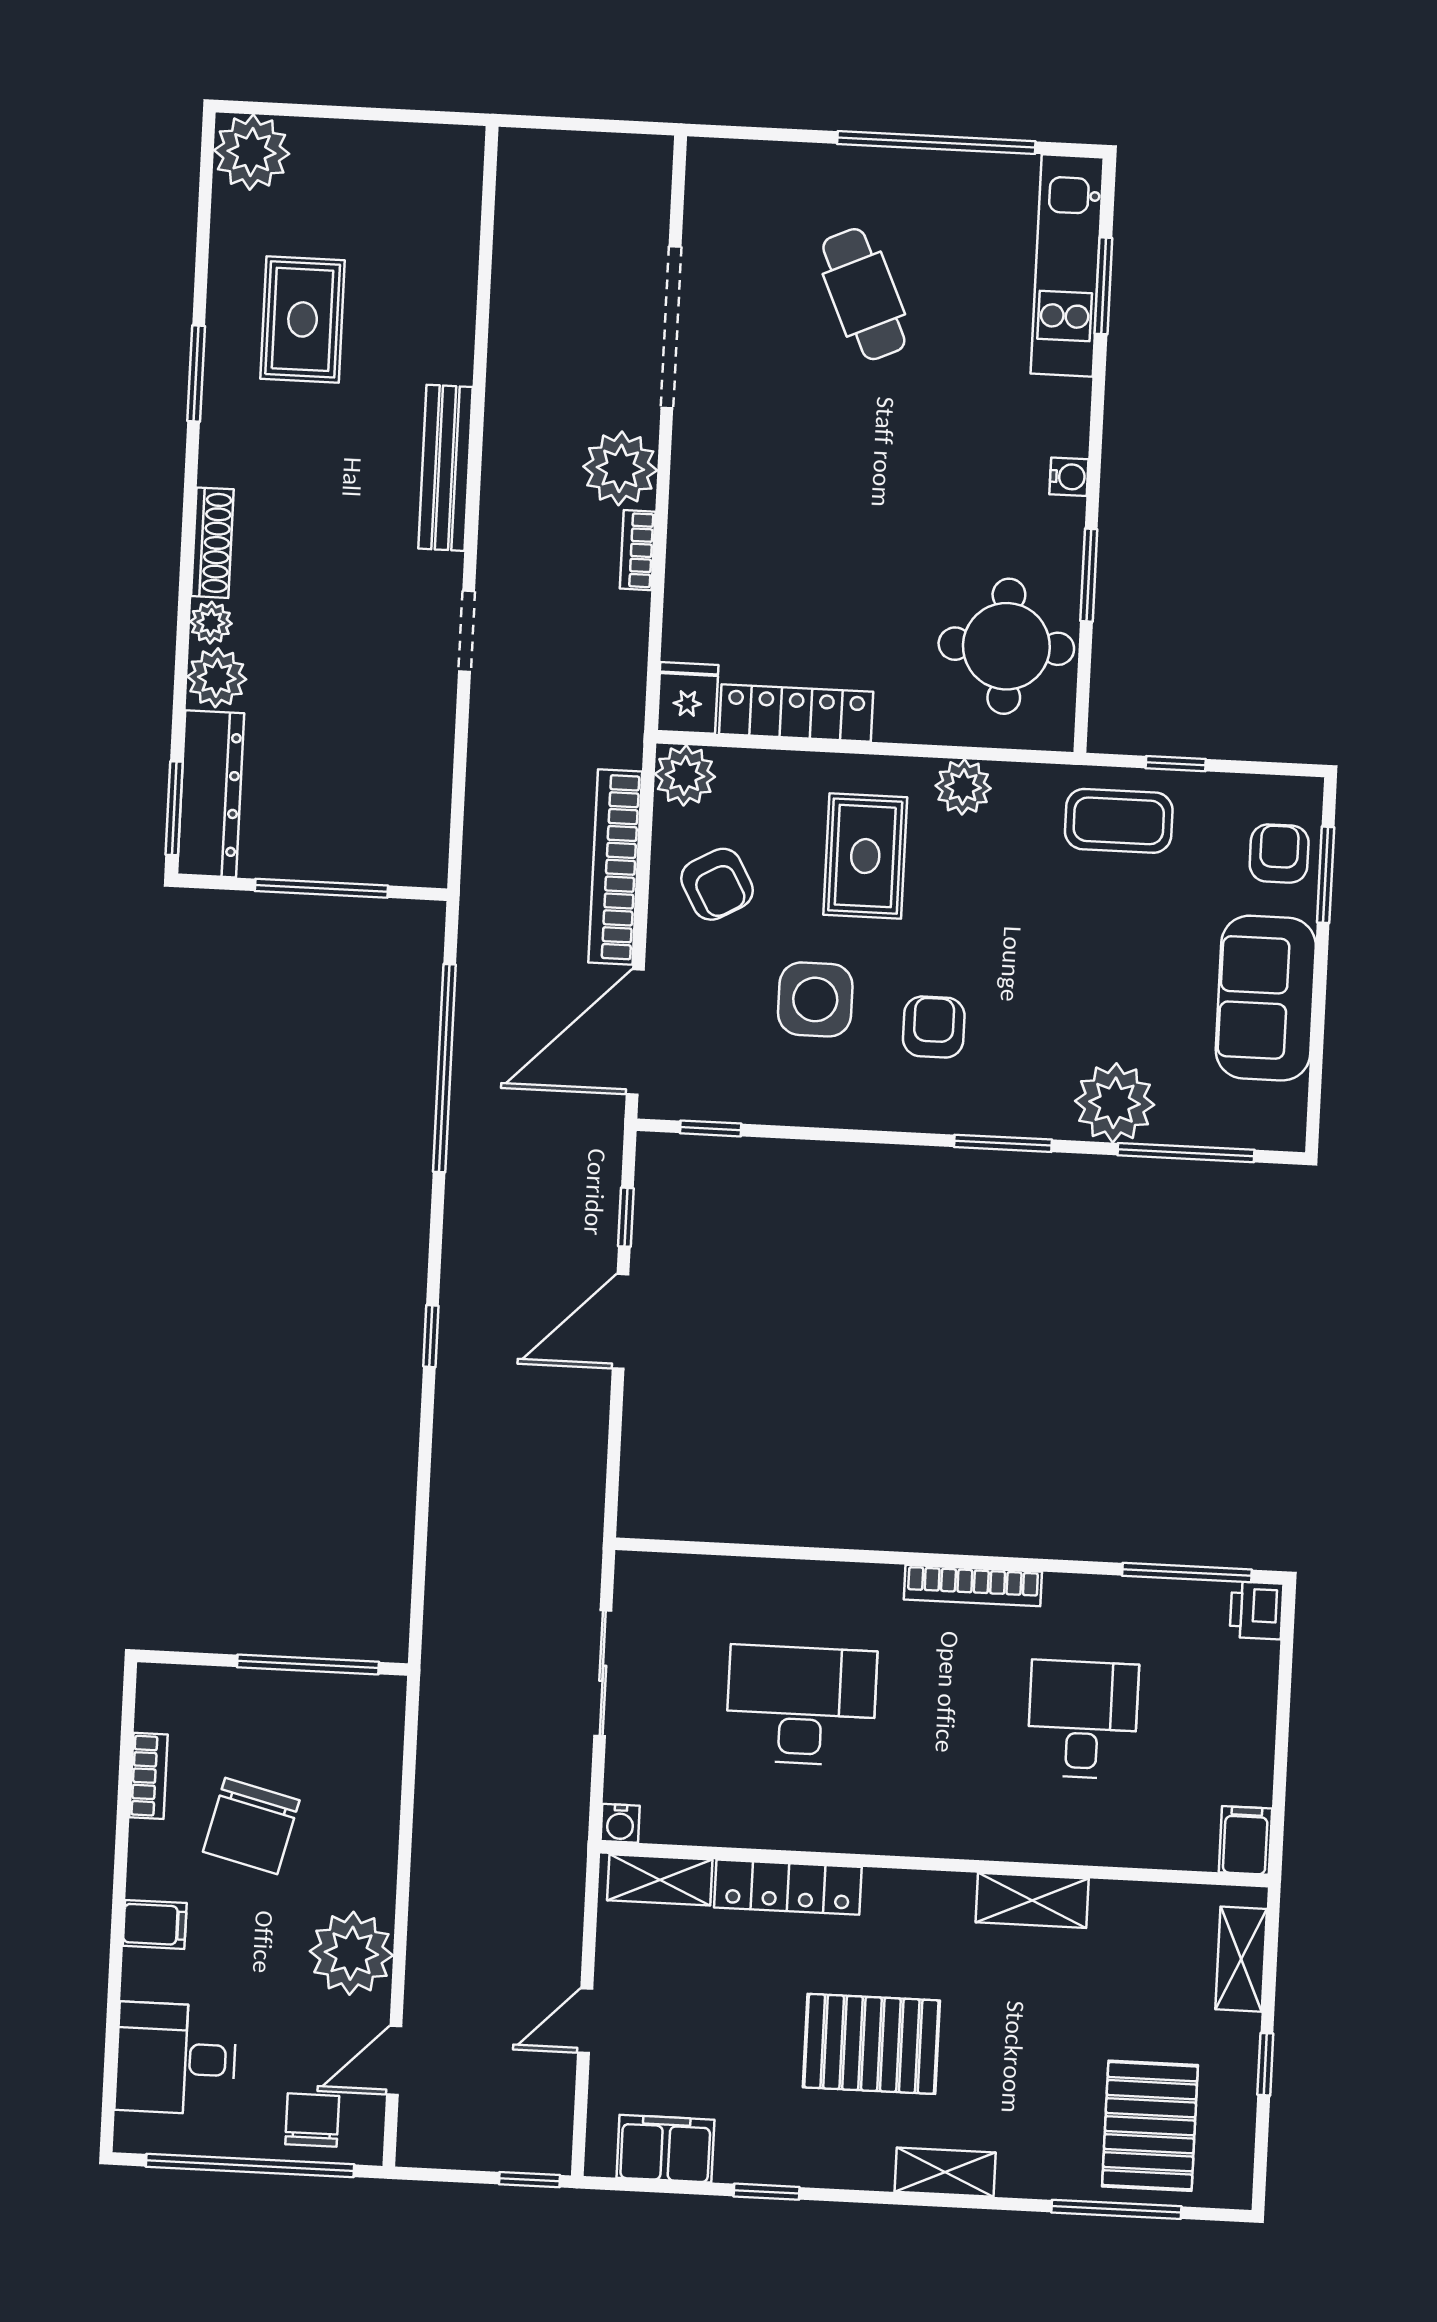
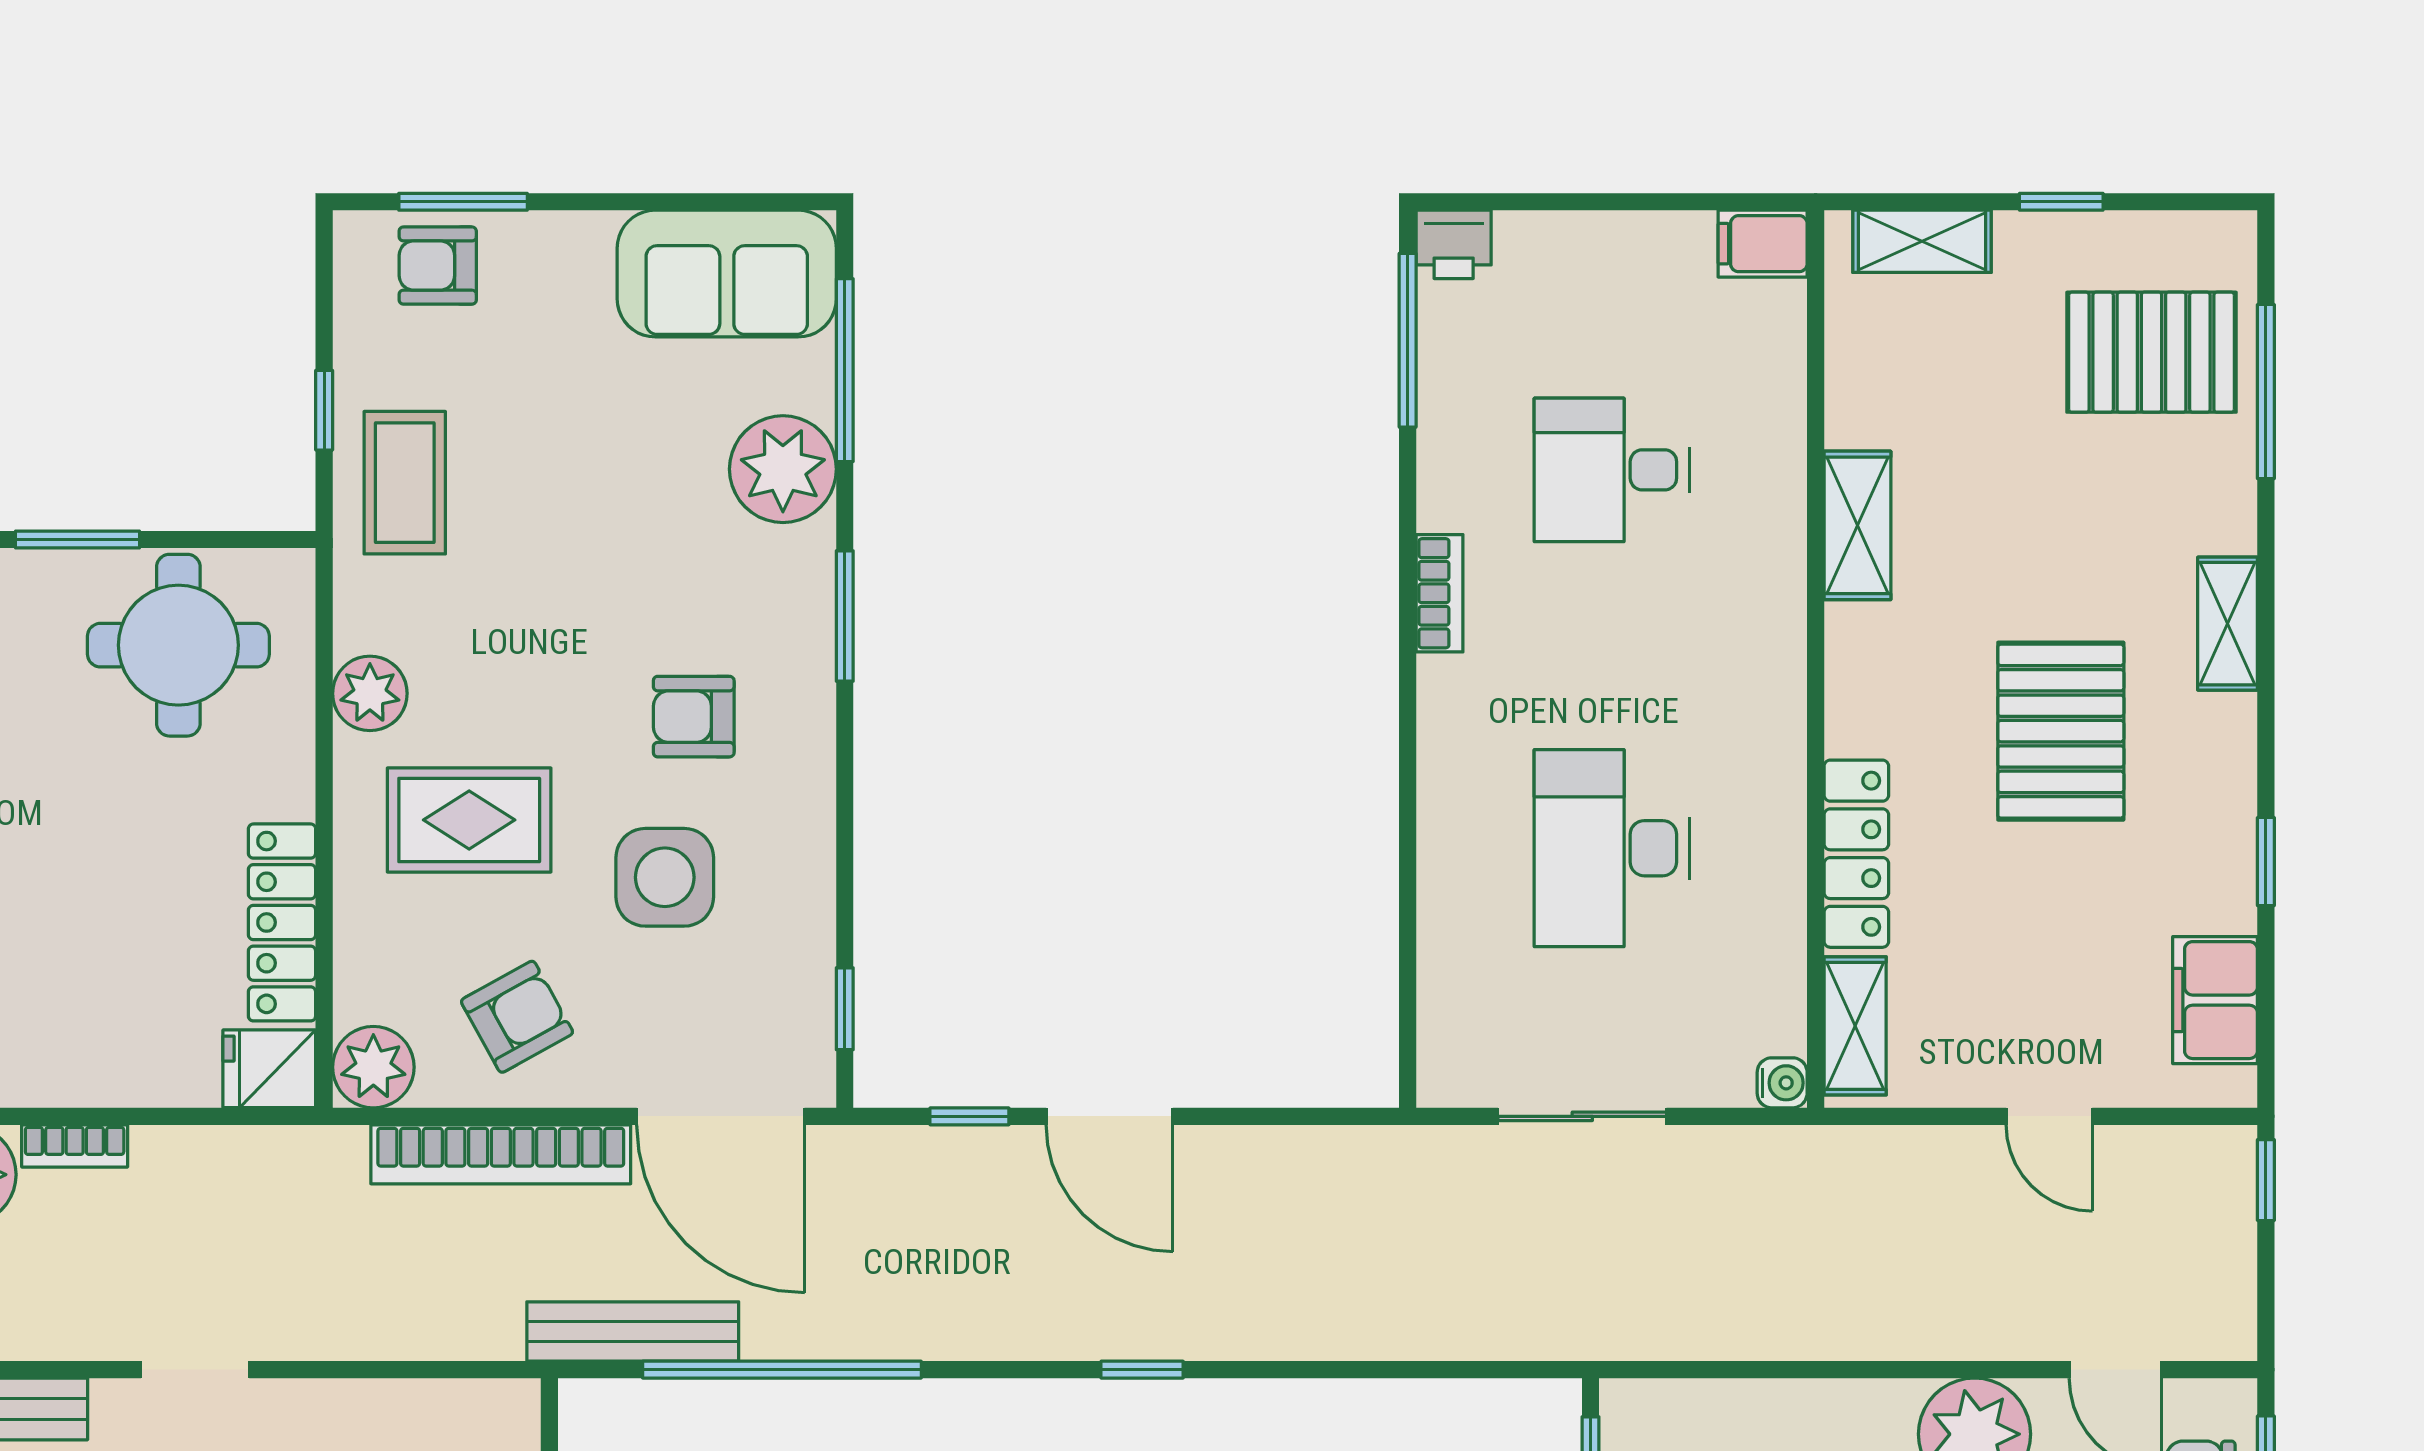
bench: (478, 958) -> (633, 1332), added
sofa: (1266, 998) -> (727, 274), moved
bookcase: (973, 1586) -> (1440, 593), width x0.64

